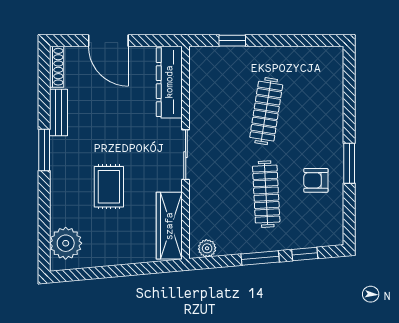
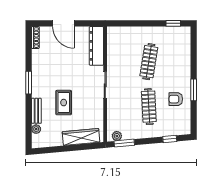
window: (232, 41) -> (173, 23), moved
bench: (59, 112) -> (36, 111), moved
wardrobe: (169, 226) -> (81, 137), moved, turned 85
plant: (66, 243) -> (36, 129), width x0.53, depth x0.53
window: (260, 258) -> (124, 143), moved

